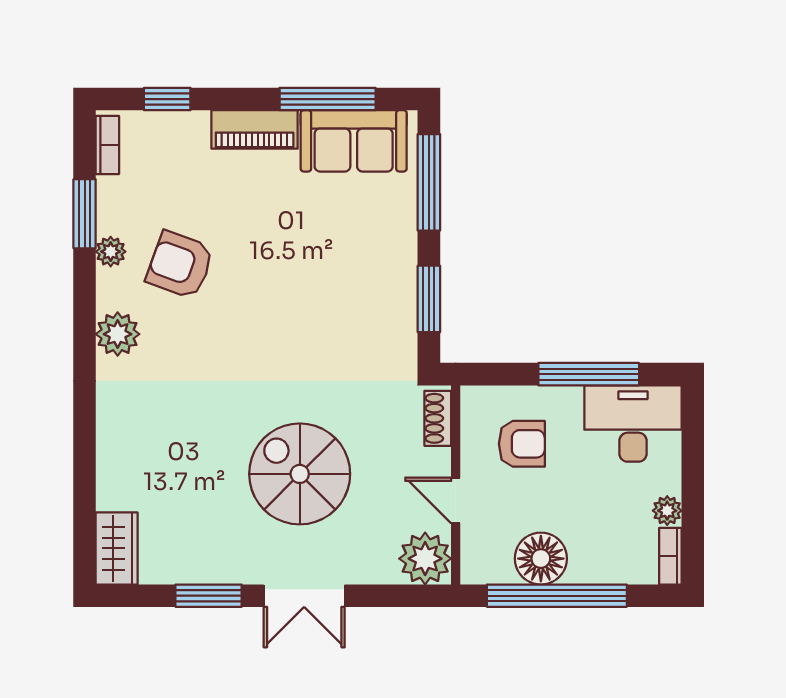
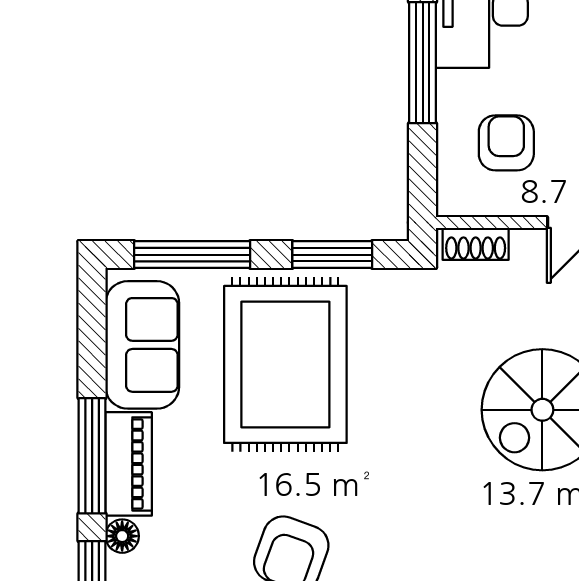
window: (328, 99) -> (92, 456), moved
floor lamp: (195, 124) -> (122, 536), added
rug: (337, 260) -> (285, 364), added

